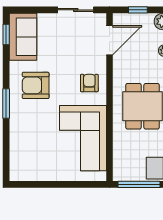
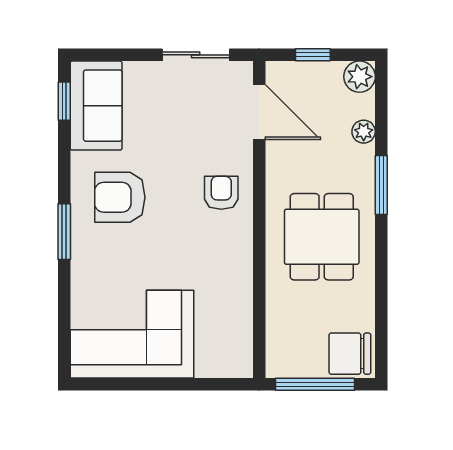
door: (109, 40) -> (259, 112), hinge flipped
corner sofa: (83, 138) -> (132, 334), moved, turned 90

